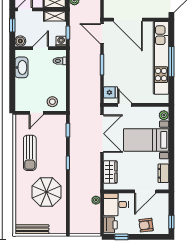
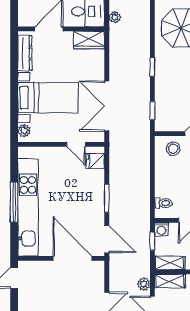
wardrobe: (110, 172) -> (89, 40), moved, turned -90
dresser: (163, 173) -> (25, 53), width x1.44

